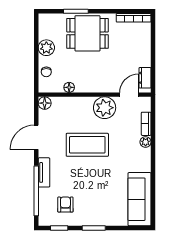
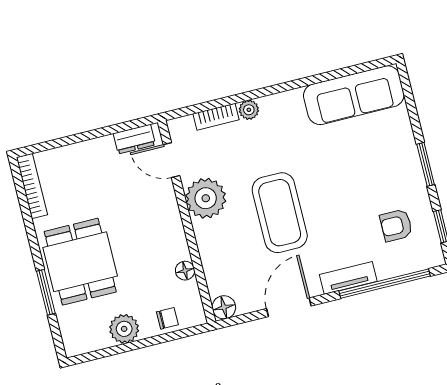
door: (36, 137) -> (289, 307), swing flipped

